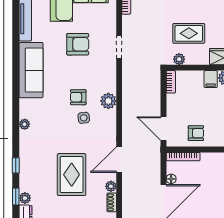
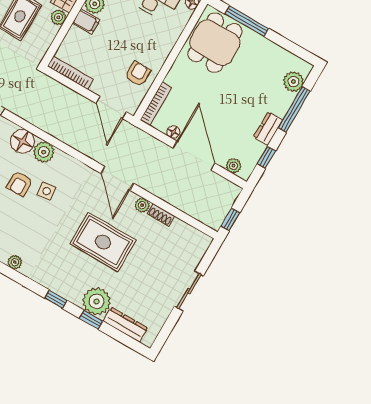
plant: (179, 59) -> (58, 17), moved
bookcase: (171, 82) -> (70, 73), width x1.56
floor lamp: (107, 83) -> (22, 141), added
door: (163, 129) -> (111, 108), hinge flipped
plant: (25, 198) -> (97, 301), width x1.88, depth x1.88

